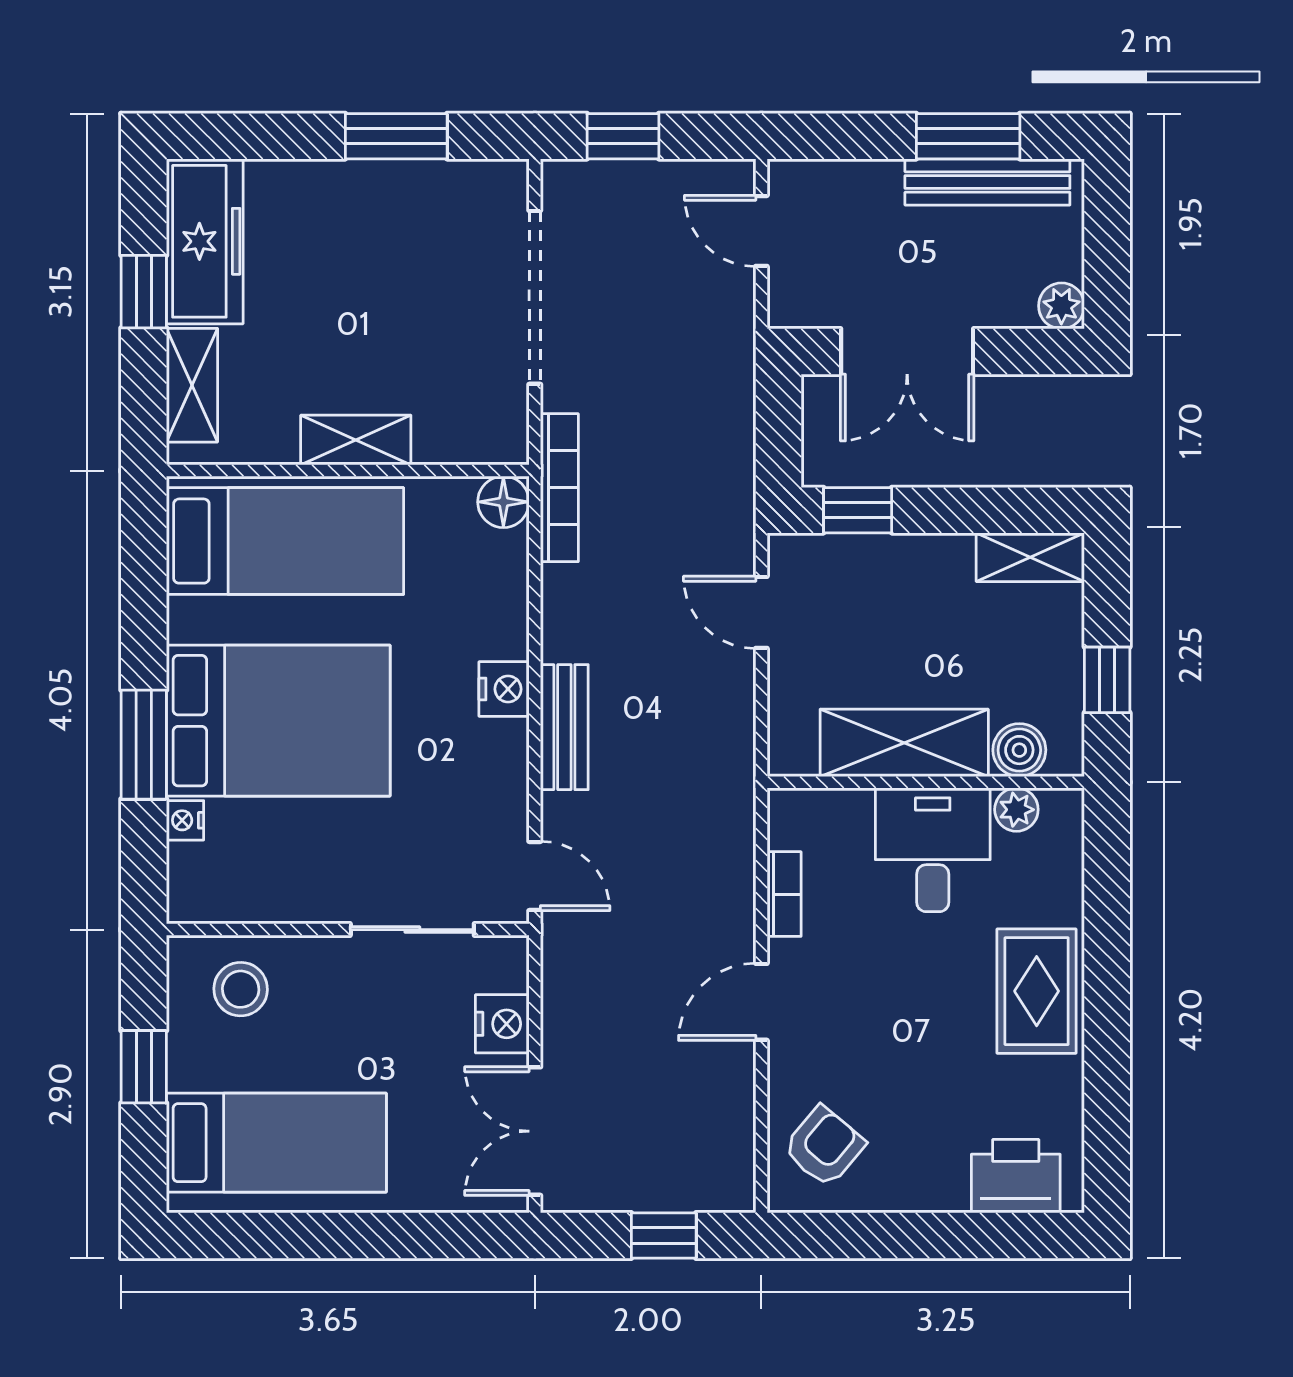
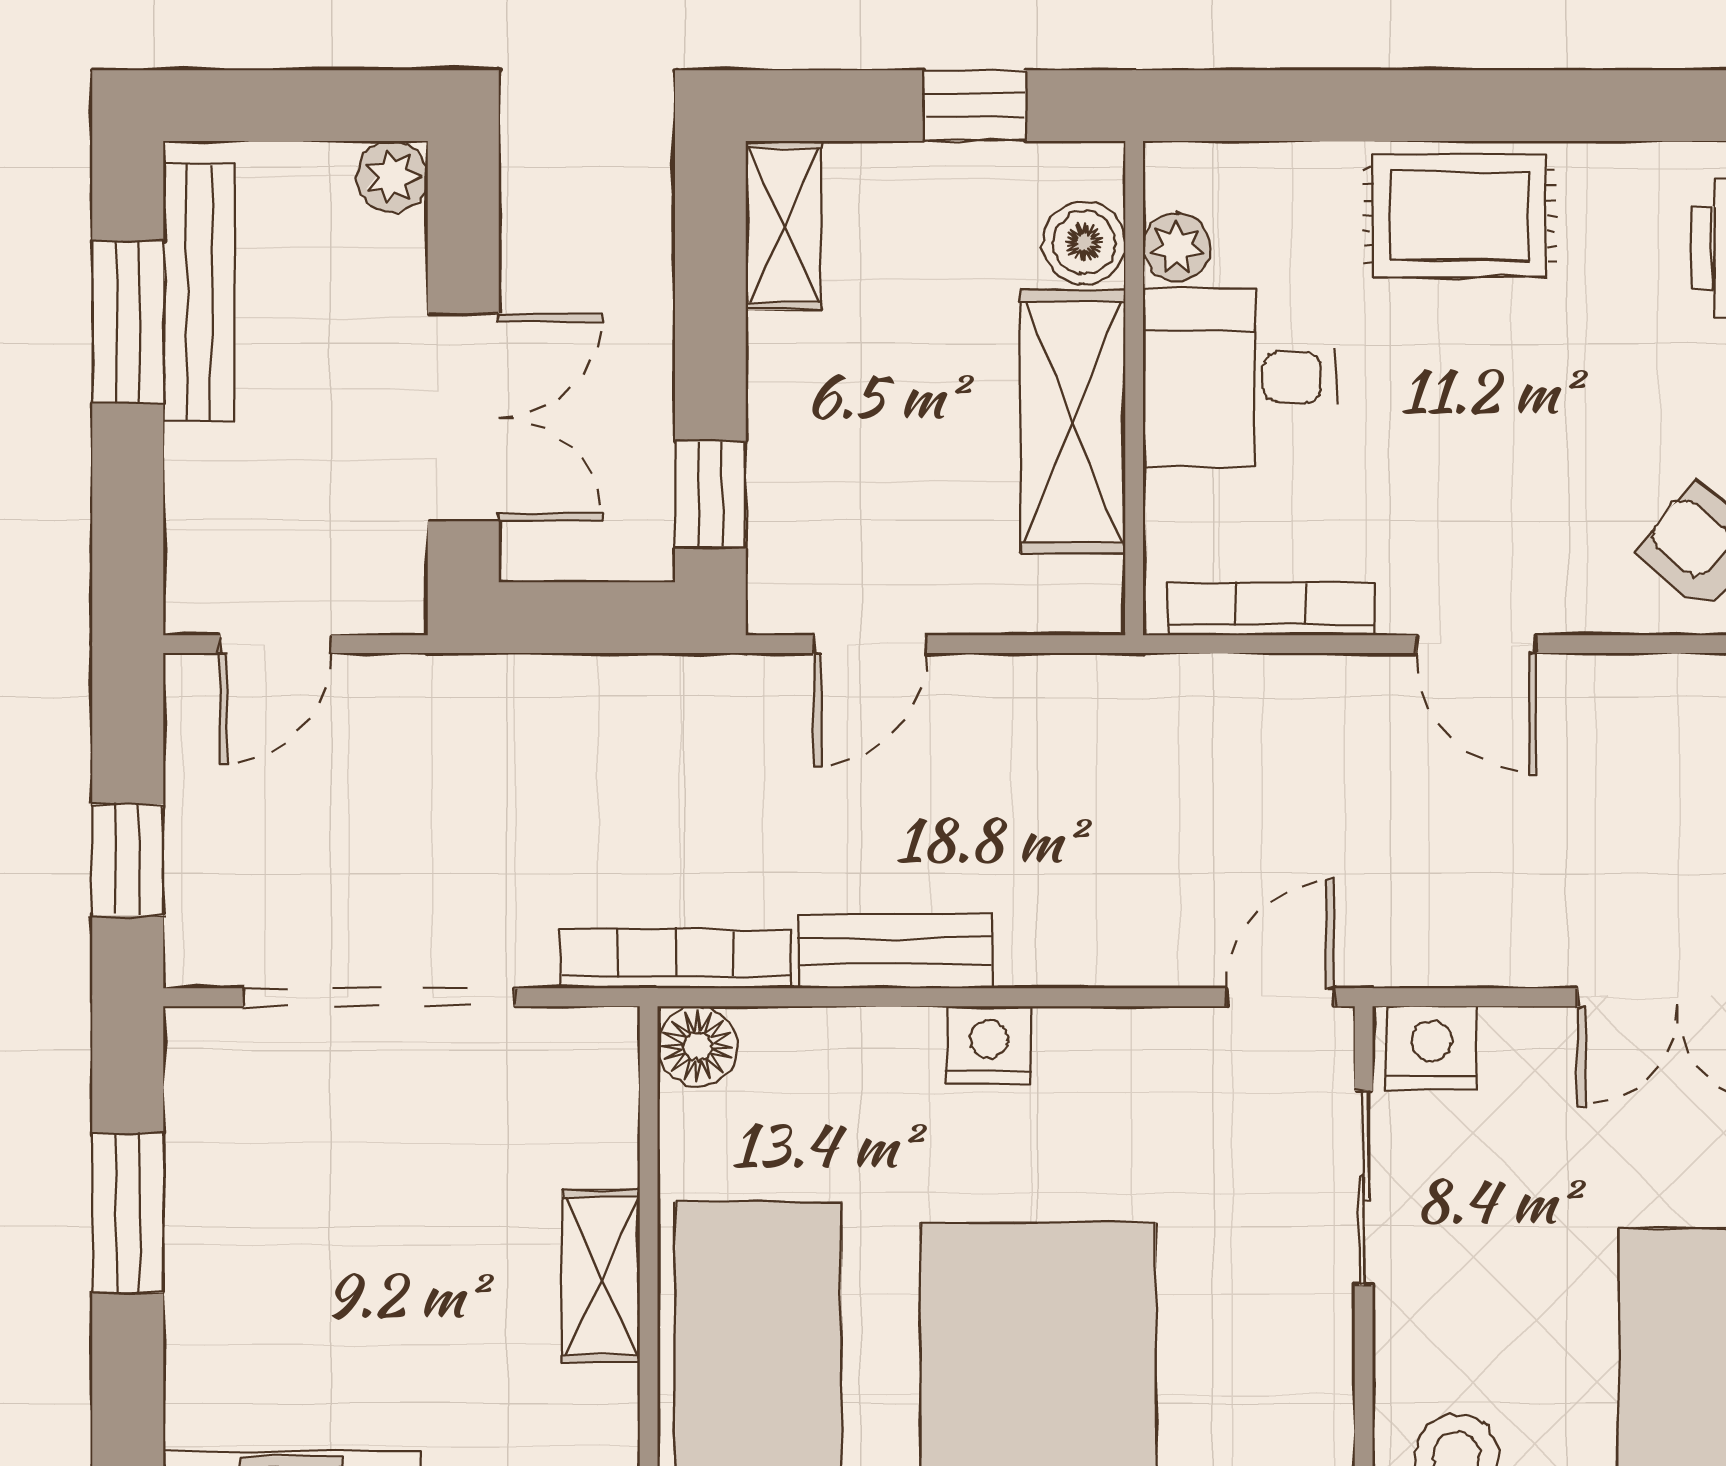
bench: (564, 727) -> (895, 951), moved
bookcase: (784, 894) -> (1271, 609), width x1.56
nightstand: (502, 1024) -> (1432, 1048), moved

